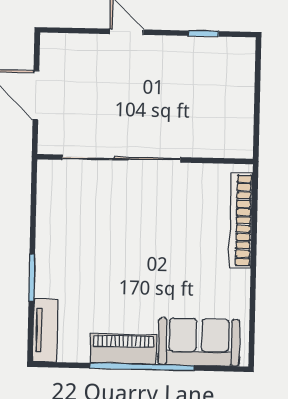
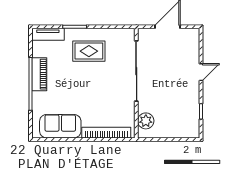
plant: (220, 142) -> (146, 121), added
rug: (80, 251) -> (89, 51), added
sofa: (199, 342) -> (60, 126), moved, turned -90

